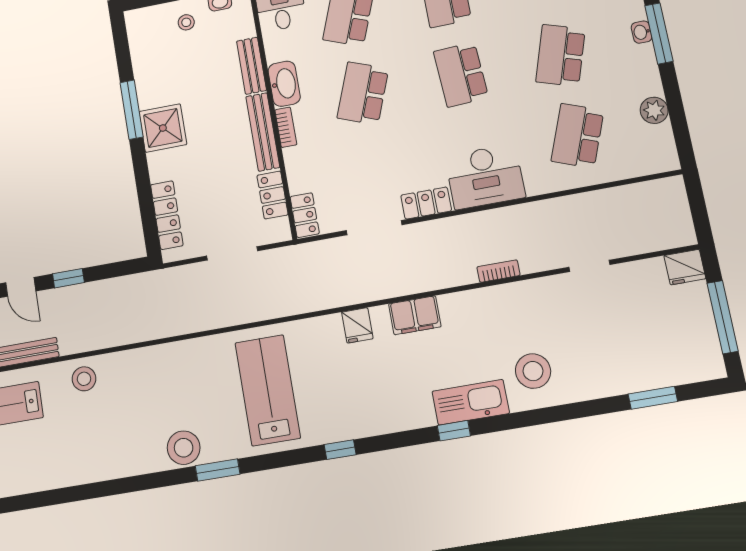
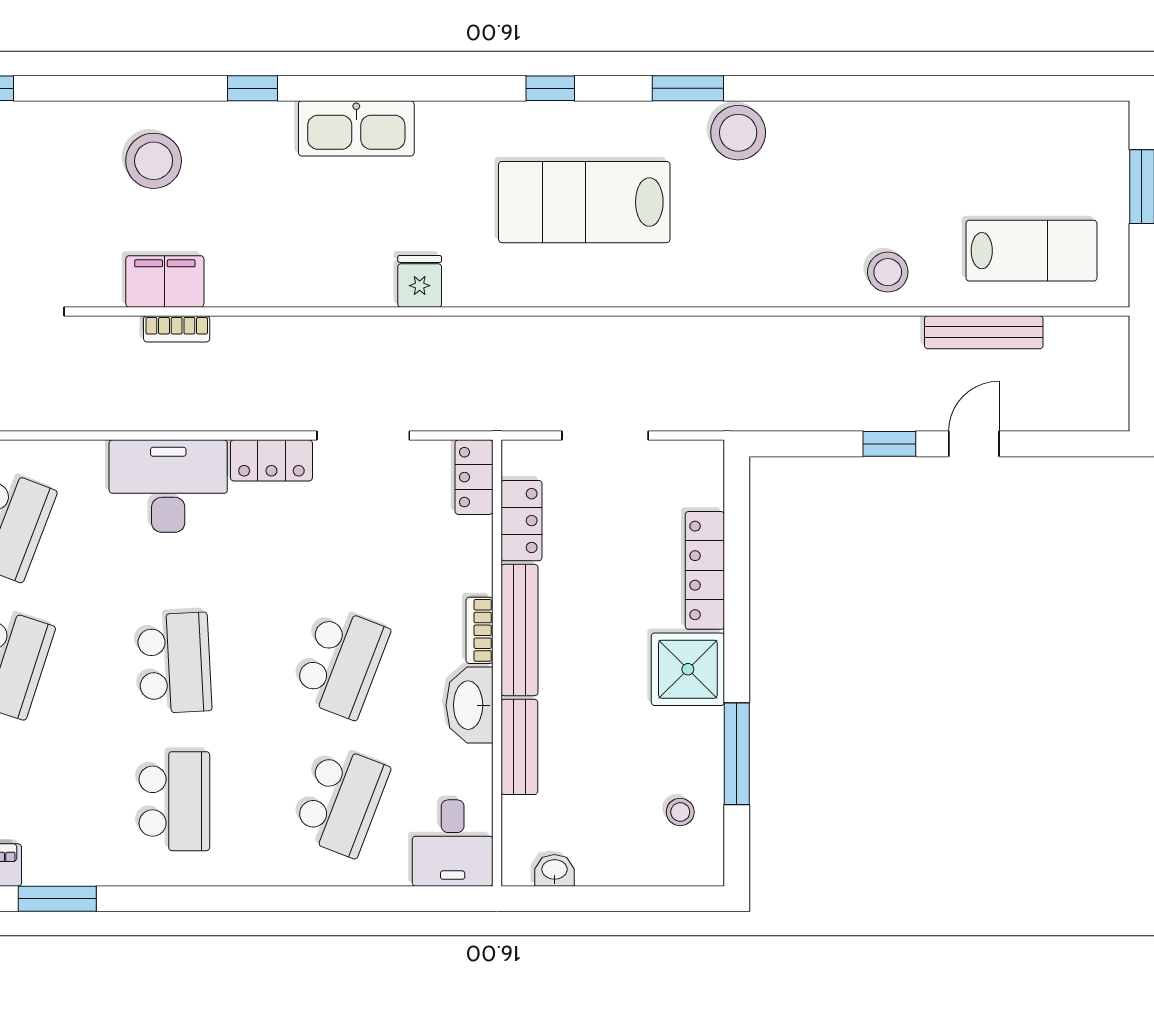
stool: (186, 22) -> (680, 812), moved
window: (132, 110) -> (737, 754), moved
locker: (167, 215) -> (705, 570), moved
door: (21, 287) -> (974, 444), hinge flipped
filing cabinet: (415, 315) -> (165, 281), moved
lab bench: (268, 390) -> (584, 202), turned 90
kitchen sink: (471, 402) -> (356, 128), moved
window: (454, 431) -> (252, 88), moved
window: (340, 450) -> (550, 88), moved

